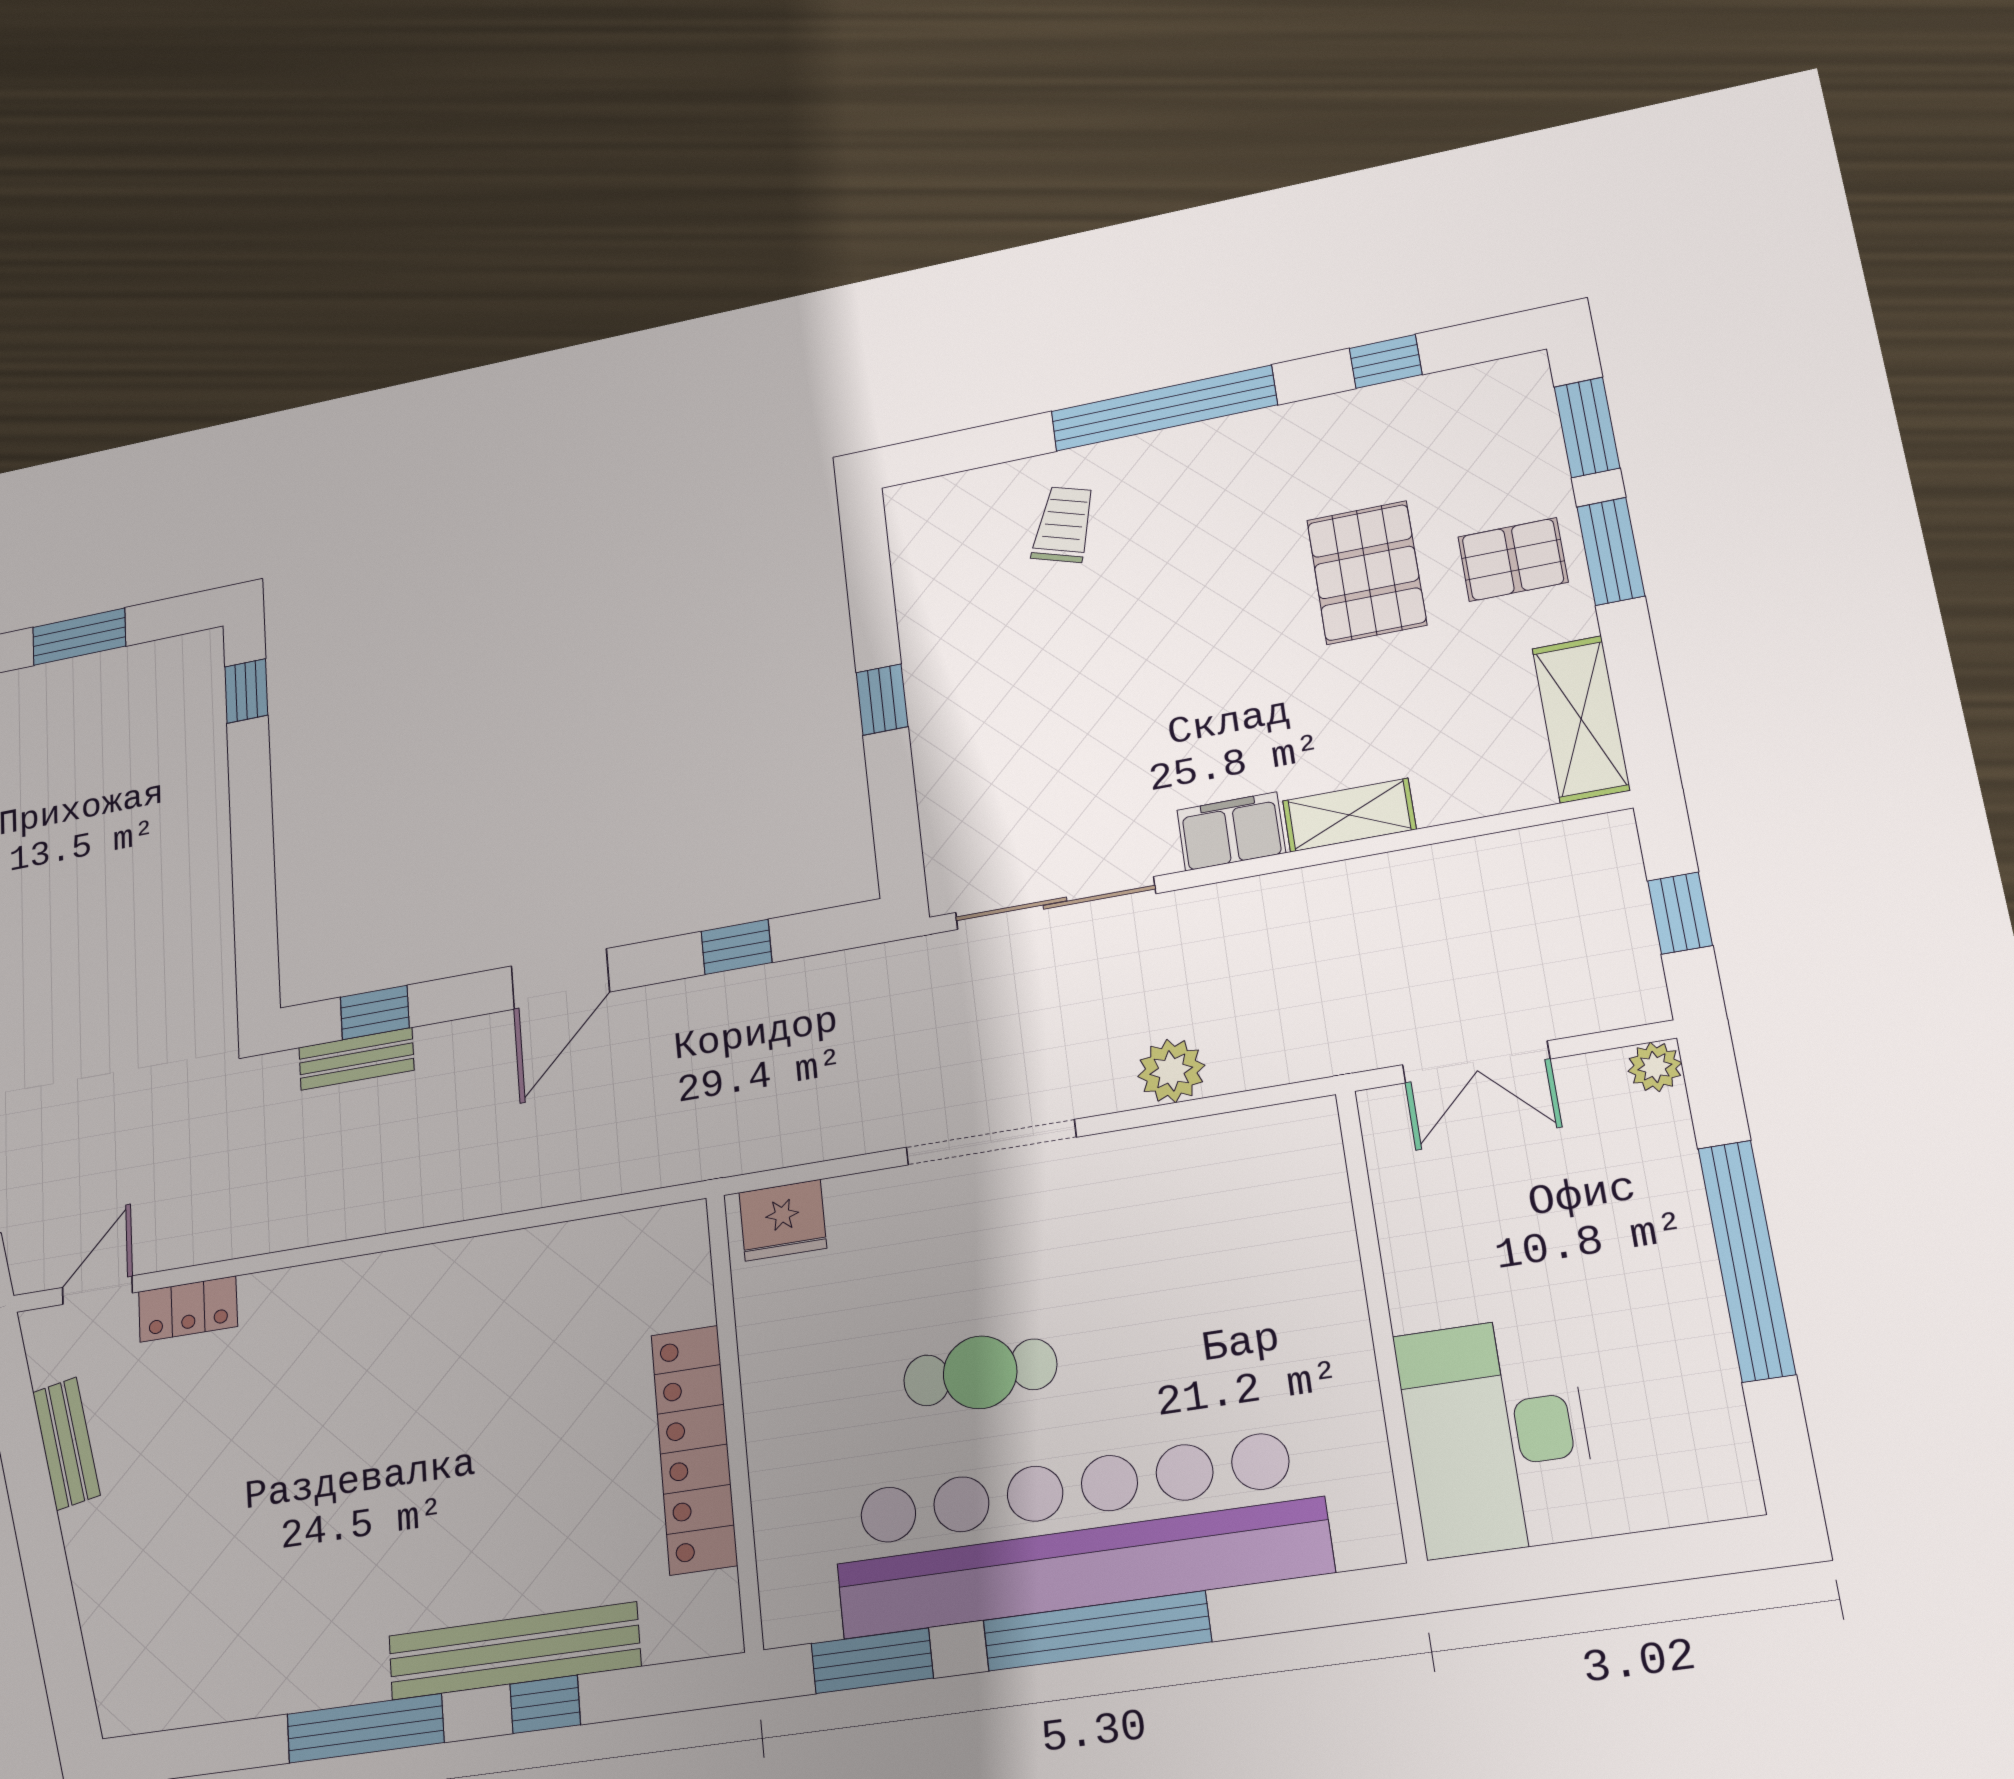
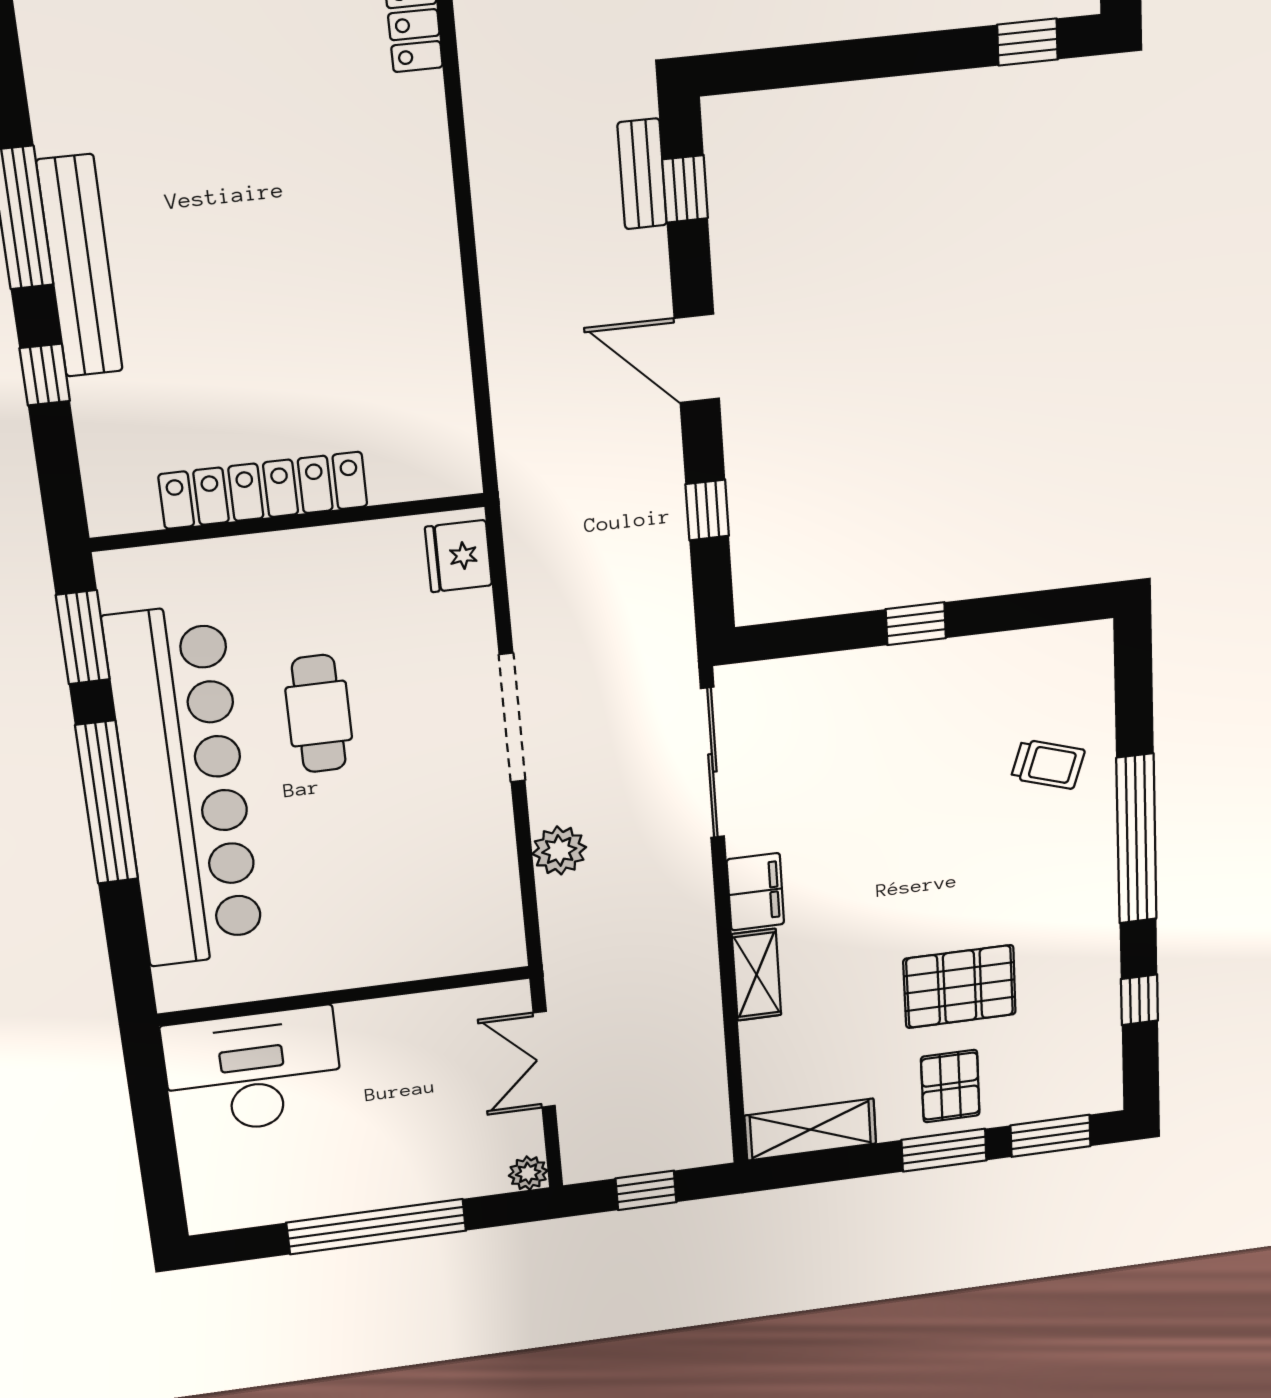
bench: (514, 1651) -> (80, 266), moved

